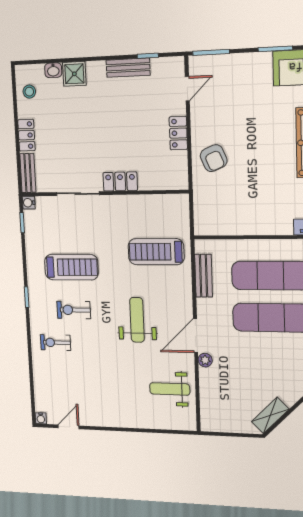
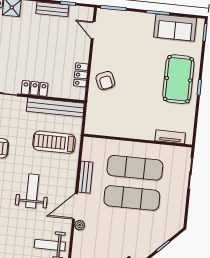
door: (187, 89) -> (93, 30), swing flipped
locker: (178, 133) -> (81, 75), moved
bench: (151, 204) -> (55, 107), added
bench: (204, 276) -> (85, 177), moved

